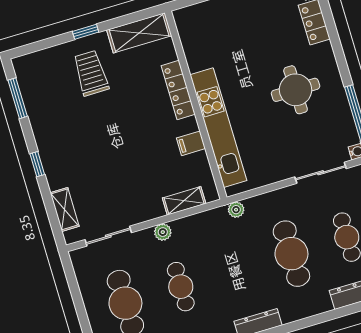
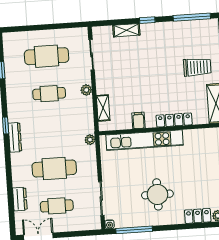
window: (18, 98) -> (192, 17), width x1.44
shelving: (65, 209) -> (126, 30), moved

